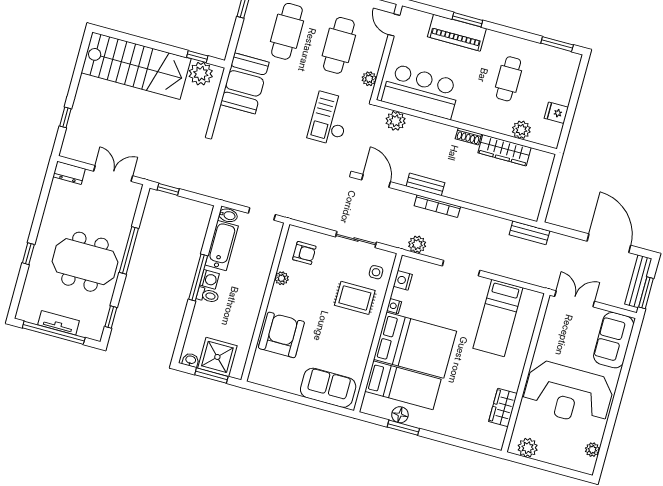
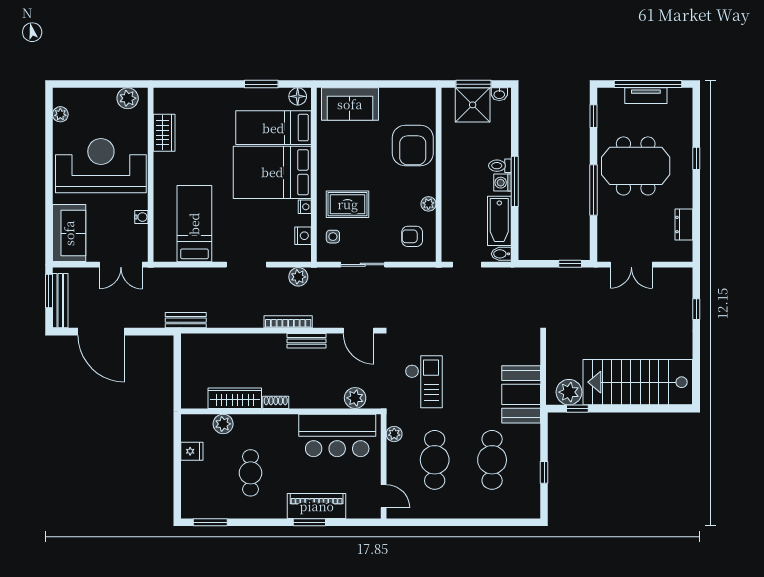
dresser: (69, 173) -> (684, 225), moved, turned -90
water cooler: (544, 337) -> (141, 217), added
floor lamp: (400, 415) -> (298, 96), moved

